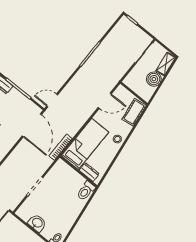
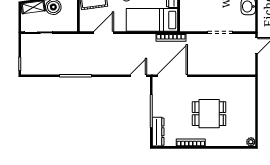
door: (52, 100) -> (138, 76), swing flipped
door: (105, 101) -> (104, 33), hinge flipped

